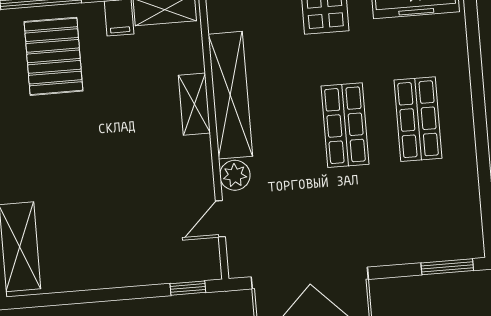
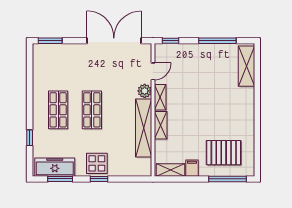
window: (474, 54) -> (30, 138), added
pallet: (53, 56) -> (224, 153), turned 90
shelving: (200, 164) -> (160, 97), added
window: (87, 296) -> (217, 41), added

